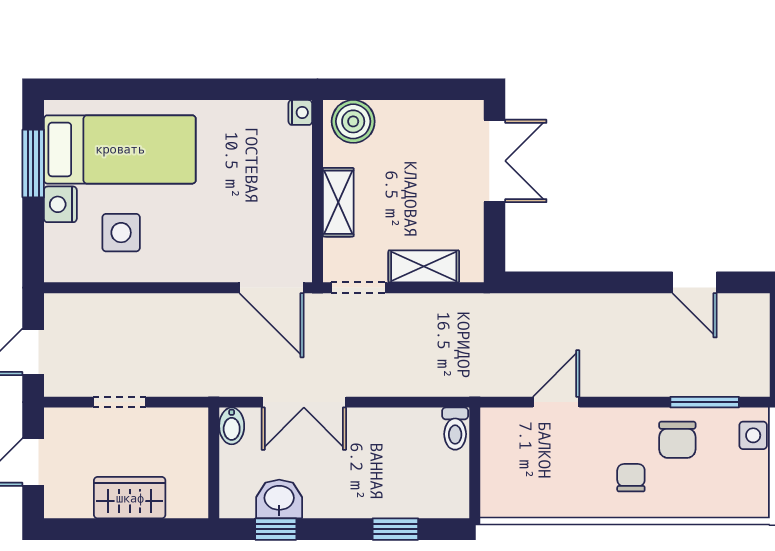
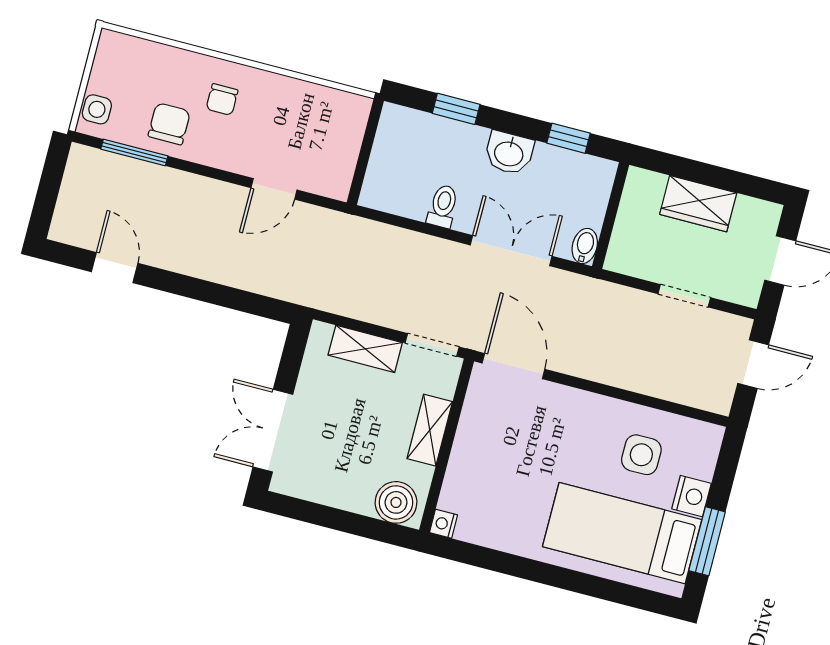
toilet: (455, 429) -> (443, 206), moved
washbasin: (279, 499) -> (509, 153), moved

